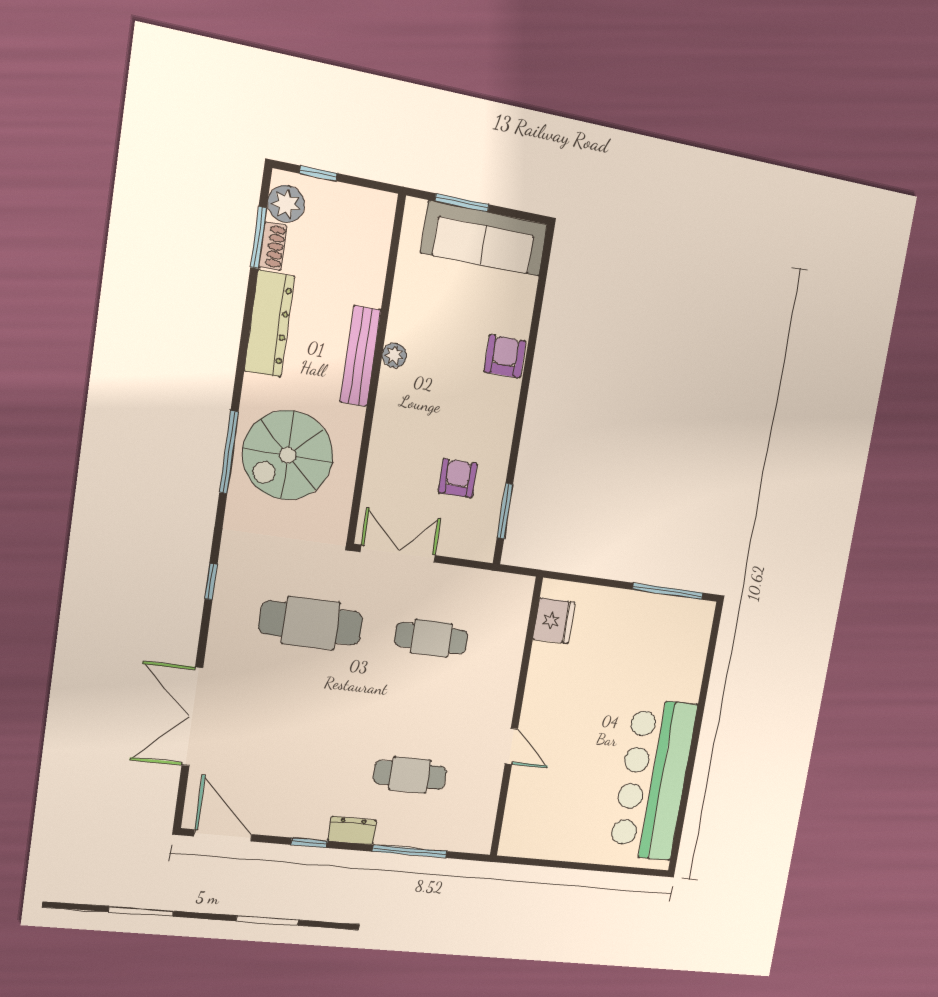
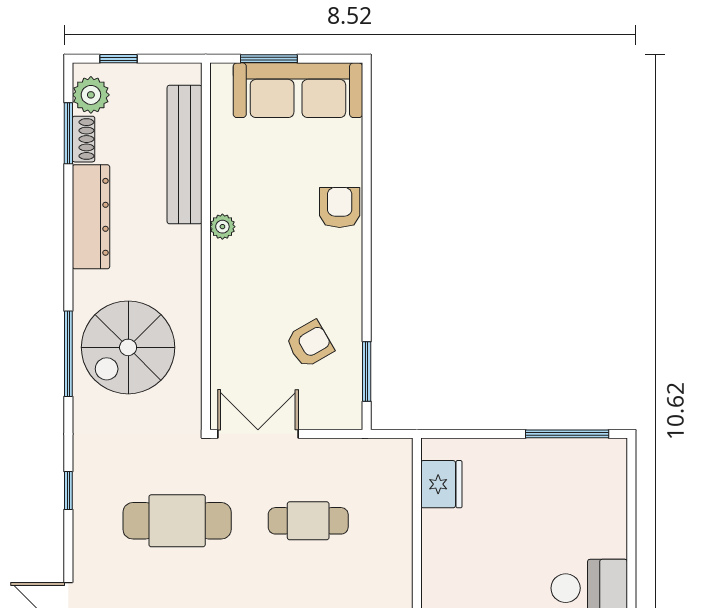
bench: (360, 356) -> (184, 155), moved, width x1.37, depth x1.21
armchair: (458, 478) -> (310, 344), turned 60

